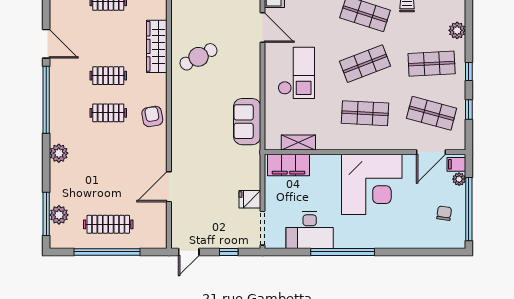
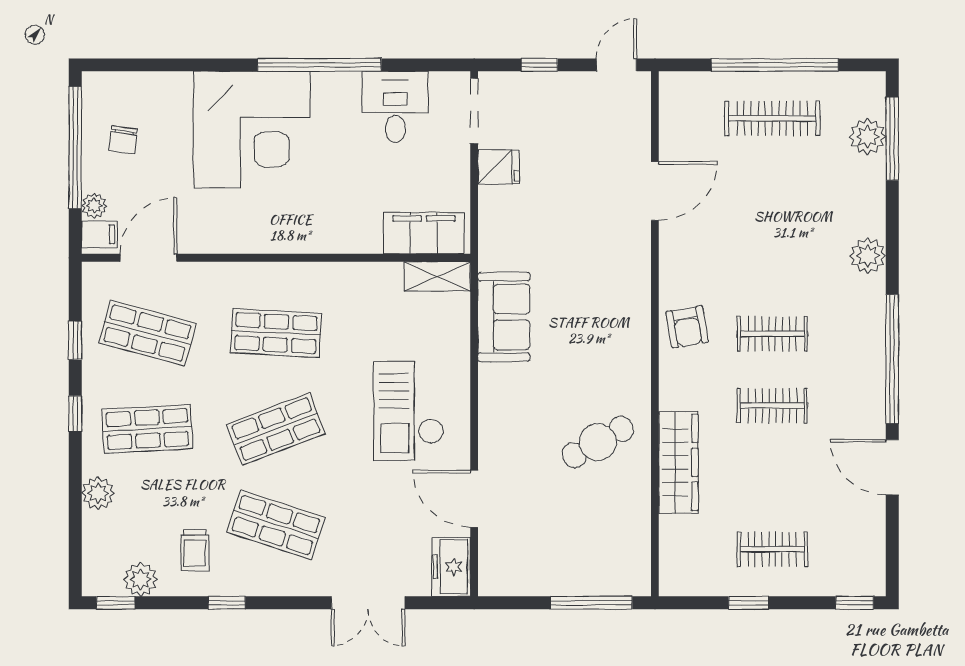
shelving: (298, 143) -> (437, 276), moved
corner desk: (372, 184) -> (252, 130), moved, turned 180
desk: (310, 230) -> (395, 107), width x0.73

